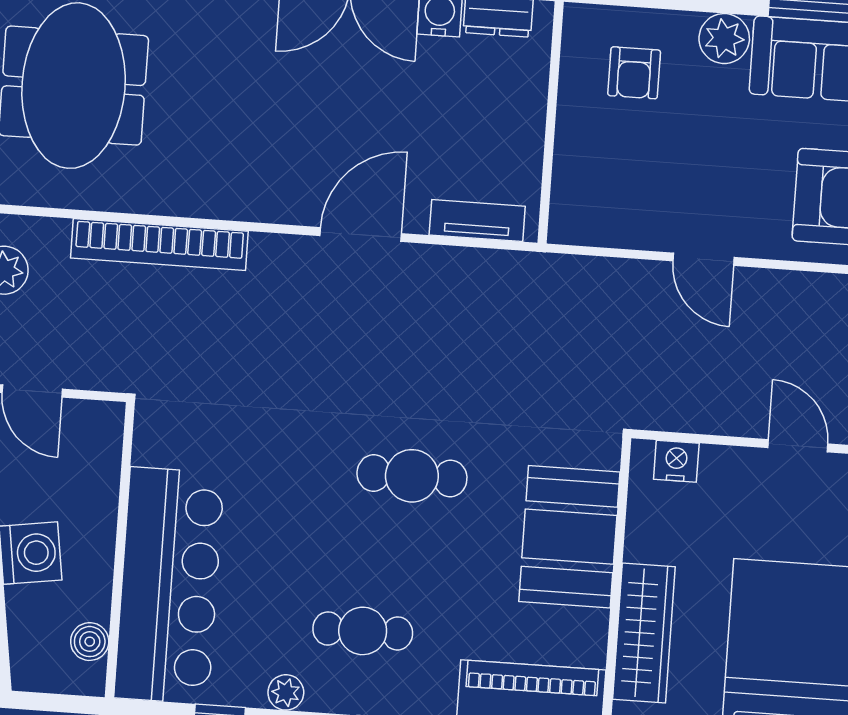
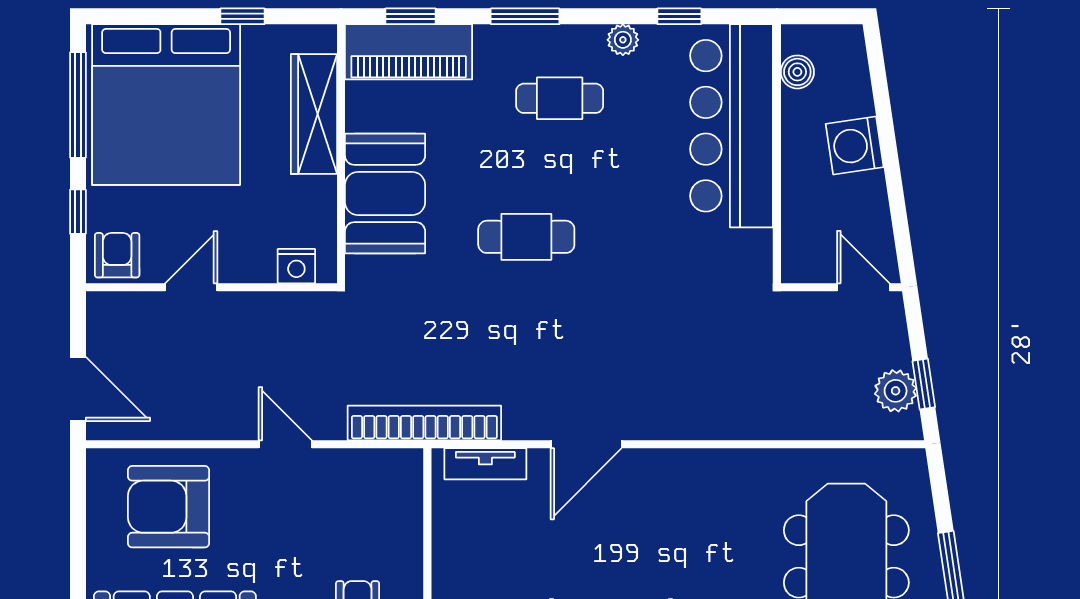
bookcase: (159, 245) -> (424, 423), moved
door: (798, 446) -> (191, 287), swing flipped

